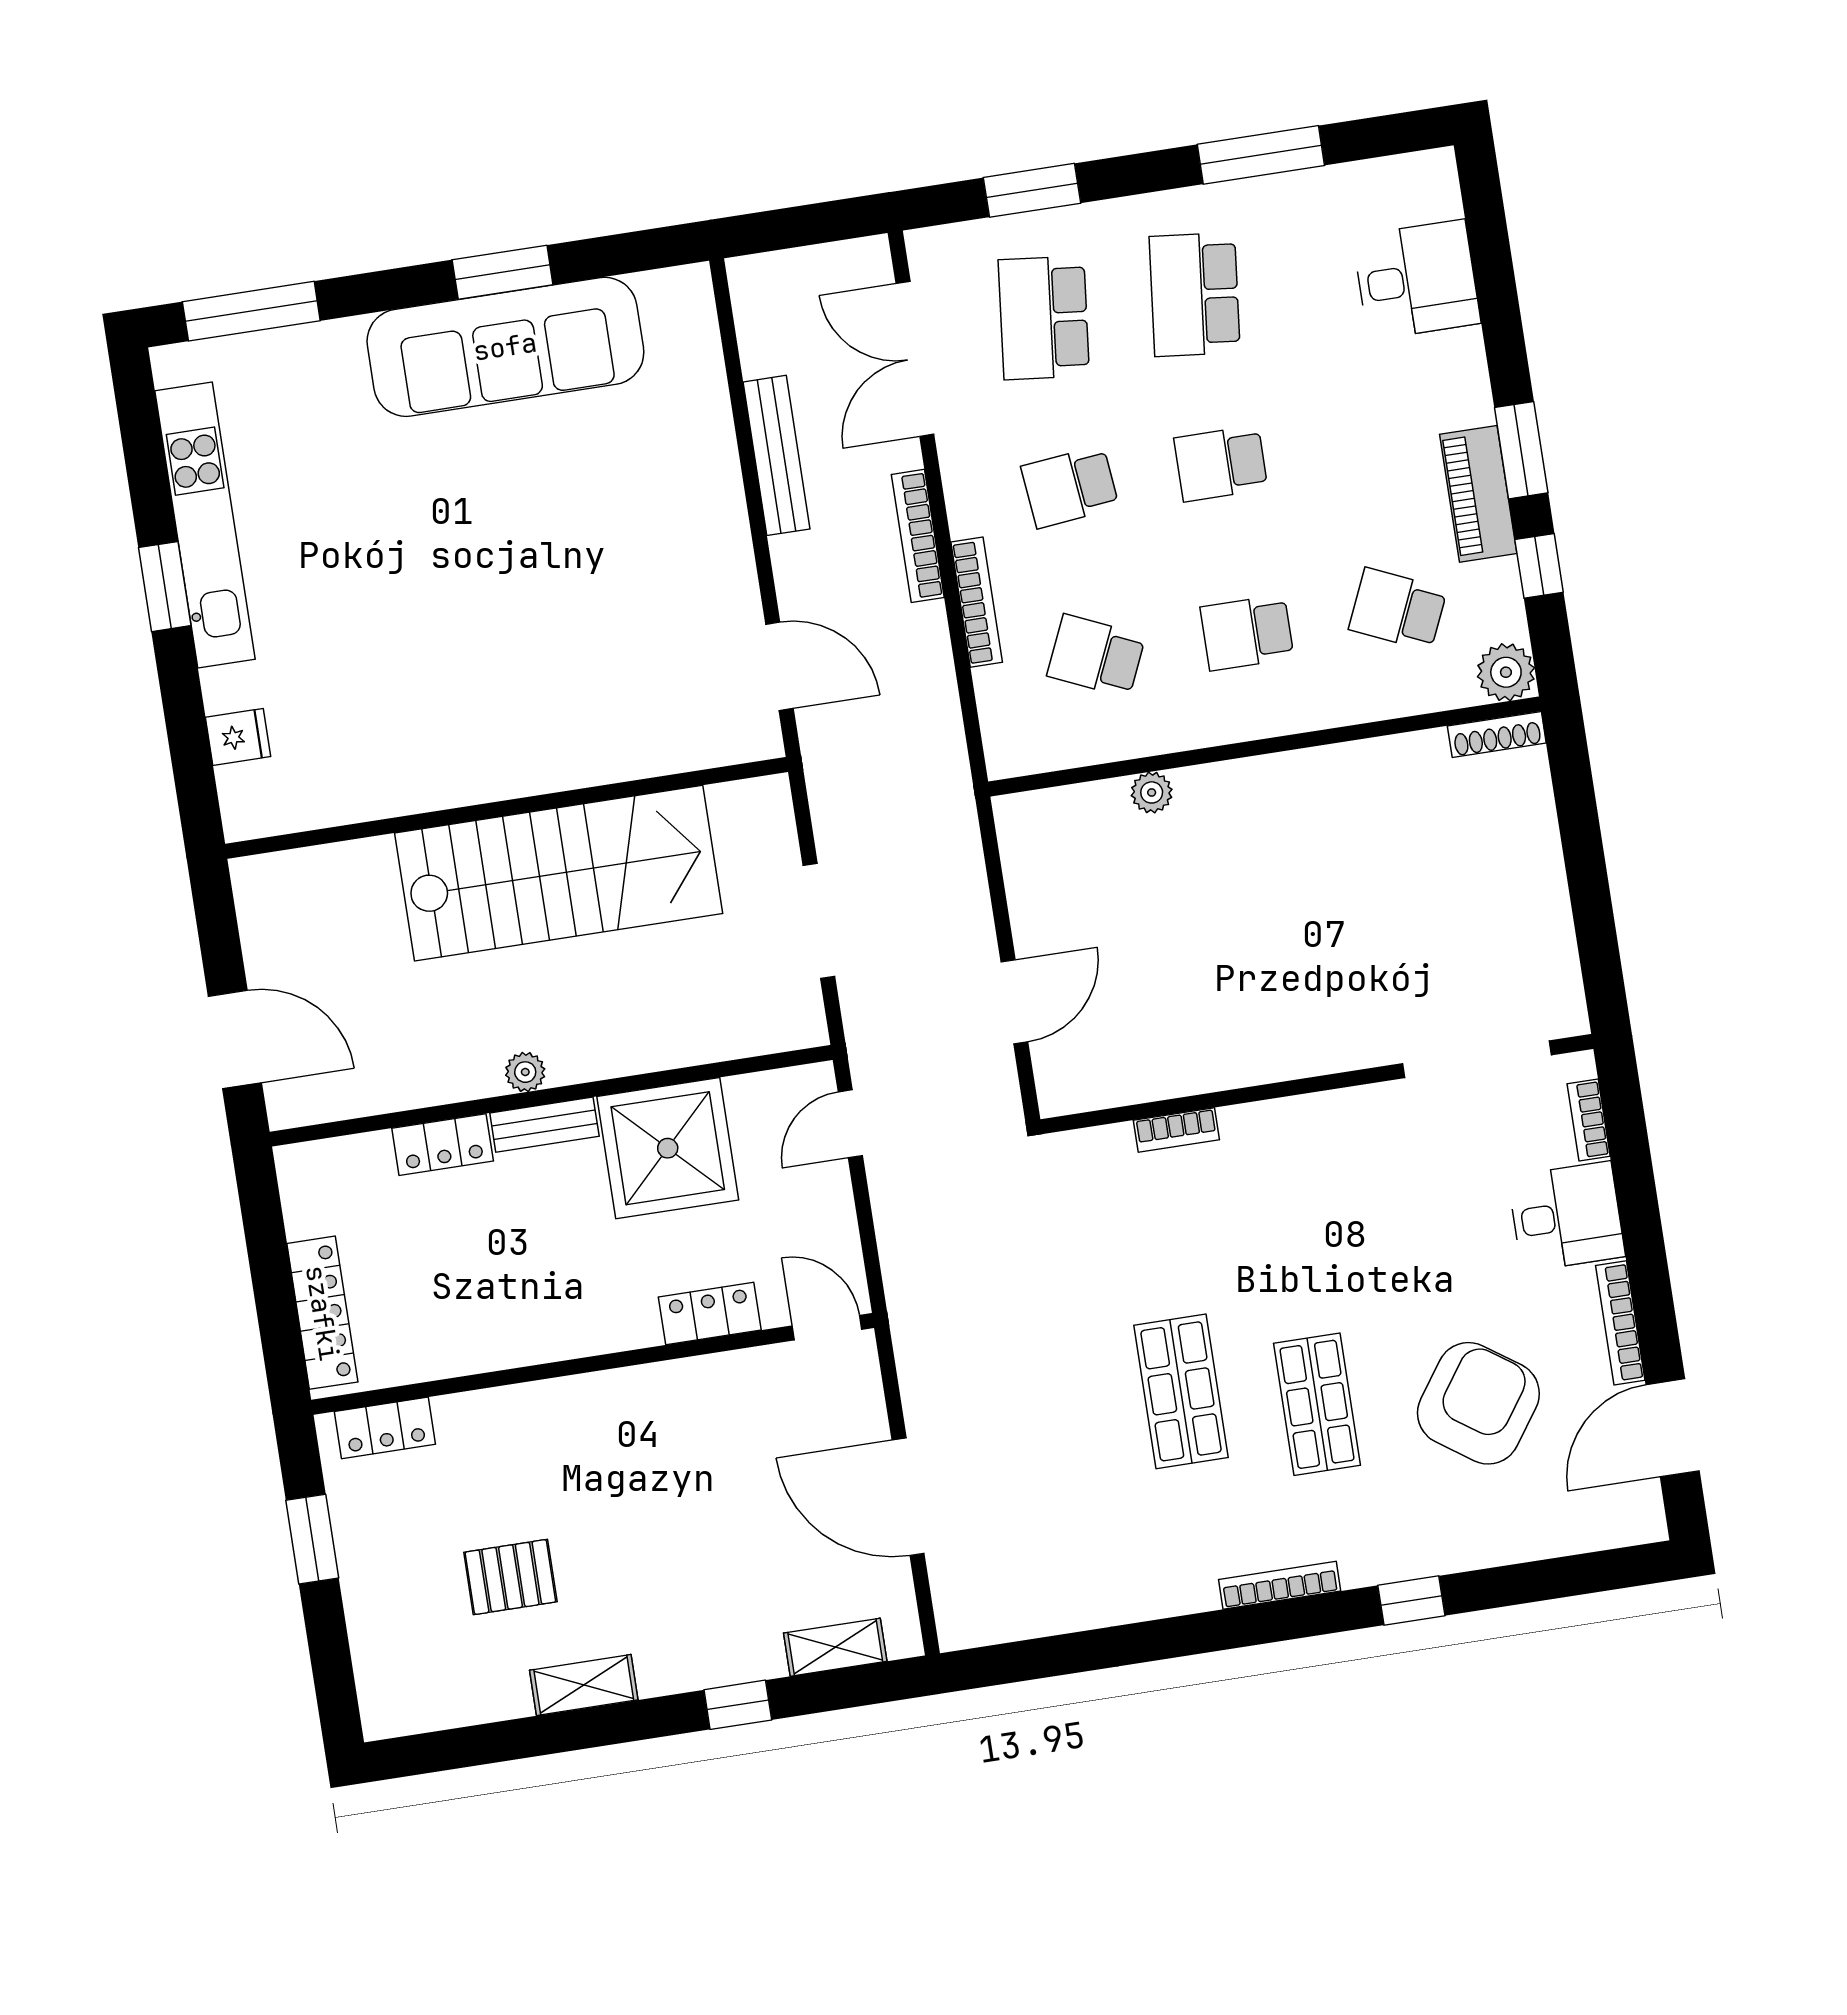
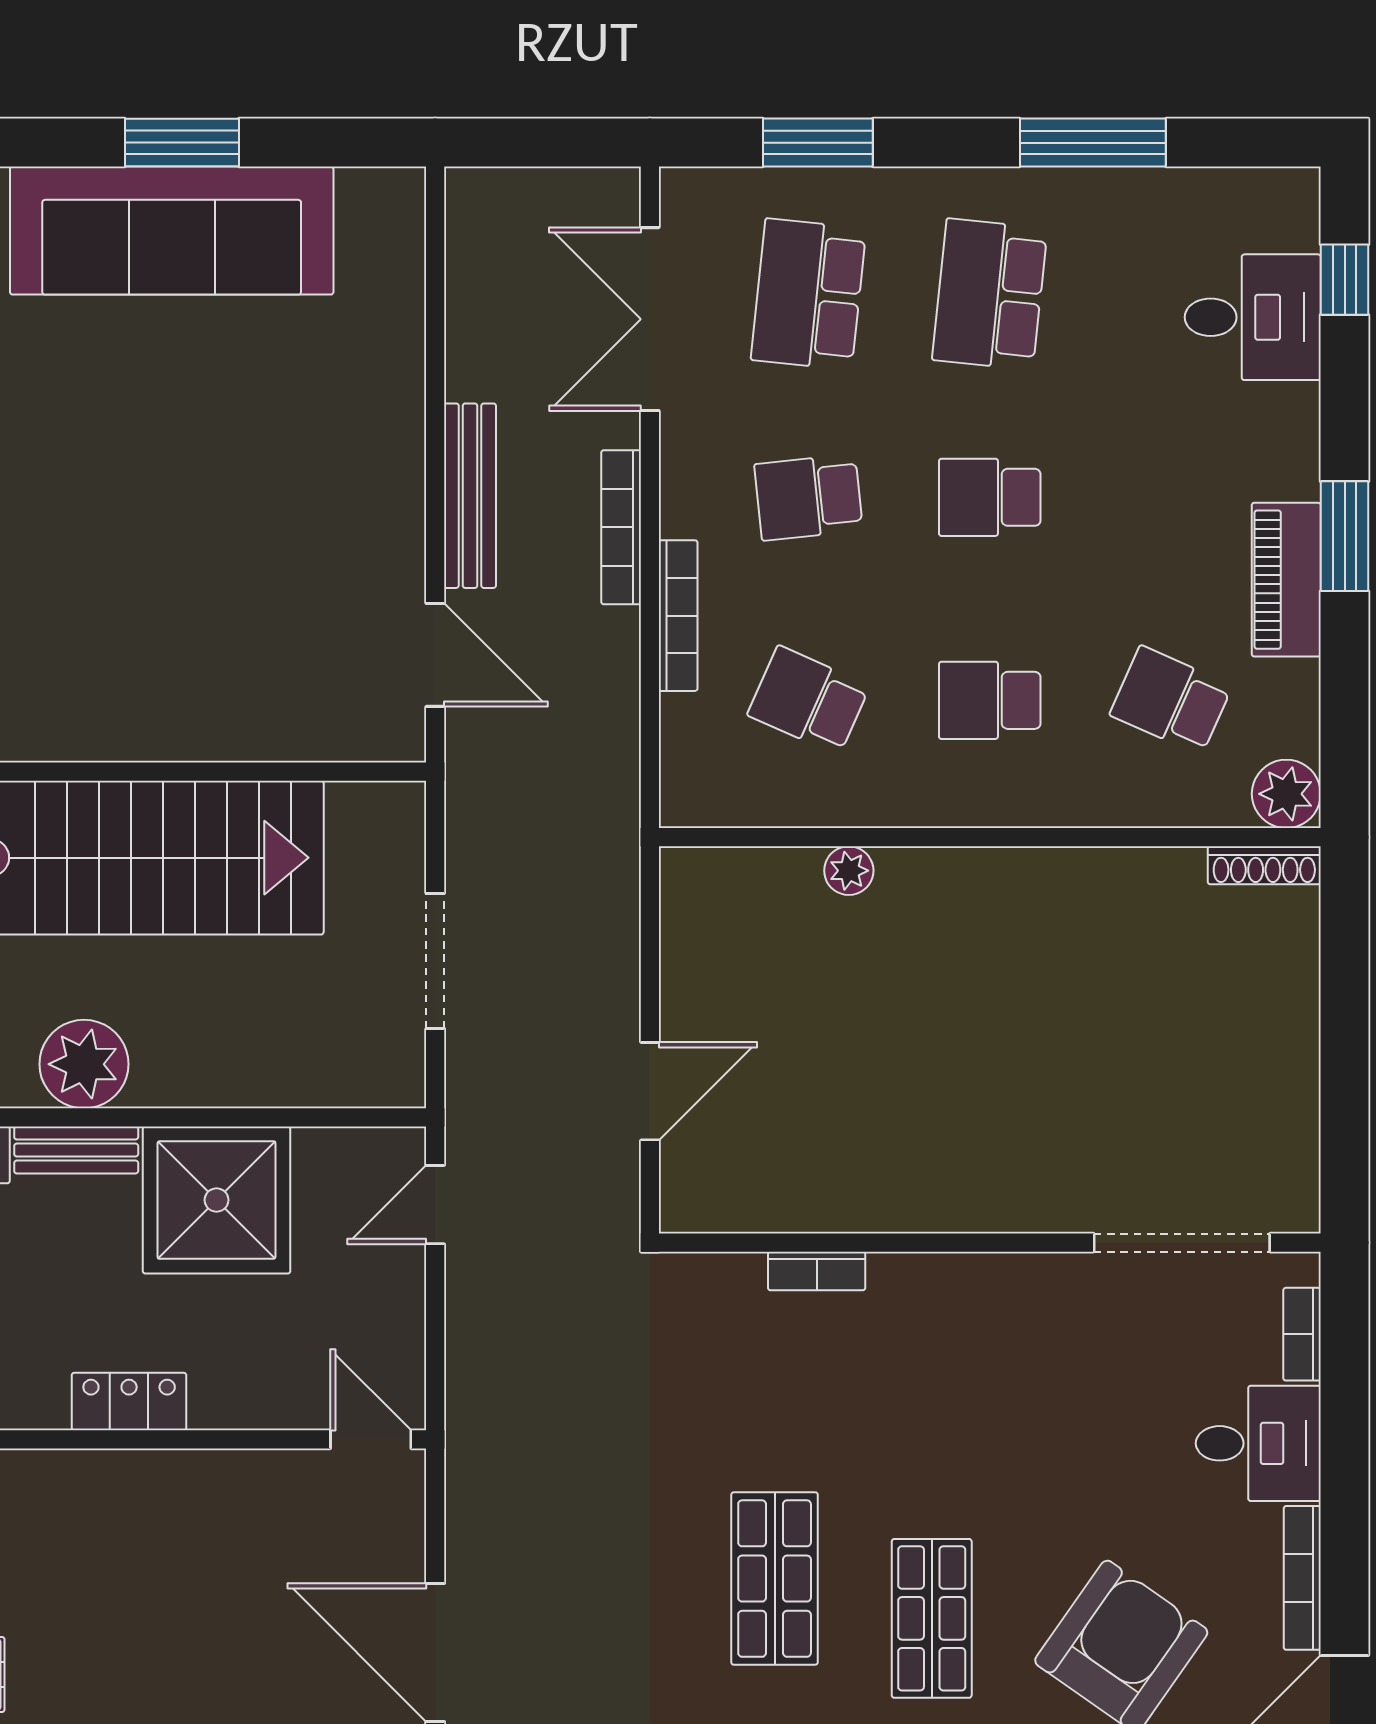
bench: (777, 455) -> (470, 496), moved
window: (1539, 566) -> (1345, 280), moved
plant: (525, 1072) -> (84, 1064), width x1.87, depth x1.87
locker: (710, 1314) -> (129, 1402), moved

